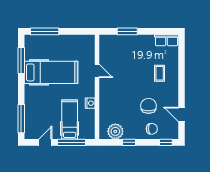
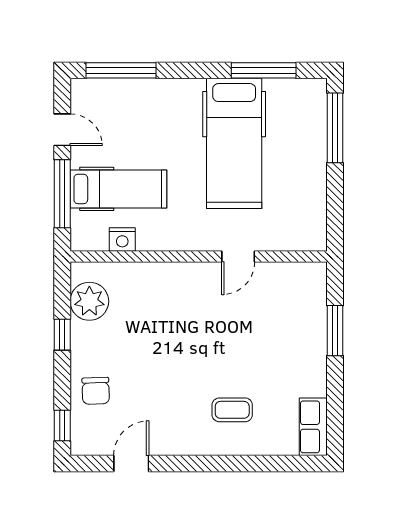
nightstand: (90, 103) -> (122, 239), moved
chair: (149, 106) -> (152, 383), removed

